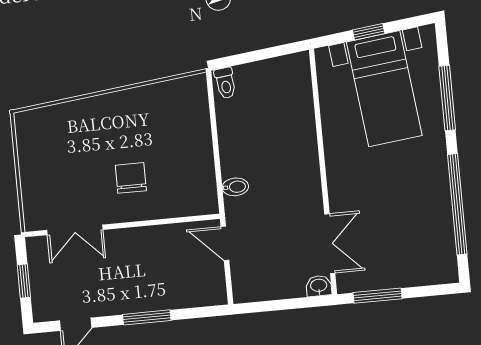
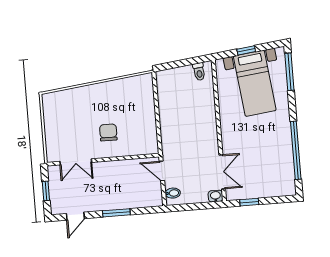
toilet: (225, 83) -> (199, 72), moved
window: (447, 98) -> (289, 72), moved
bidet: (235, 187) -> (173, 193), moved
window: (378, 296) -> (249, 202), width x0.67

